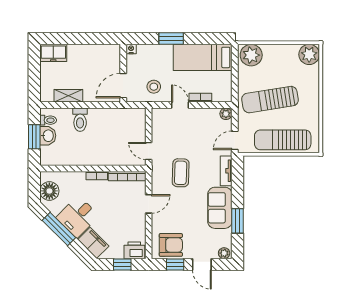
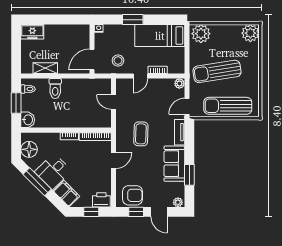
door: (180, 105) -> (140, 76), swing flipped
washbasin: (48, 136) -> (28, 120), moved
door: (149, 151) -> (114, 102), moved

